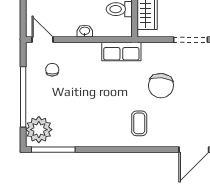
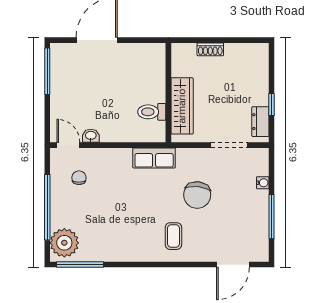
washbasin: (85, 31) -> (91, 136), moved

